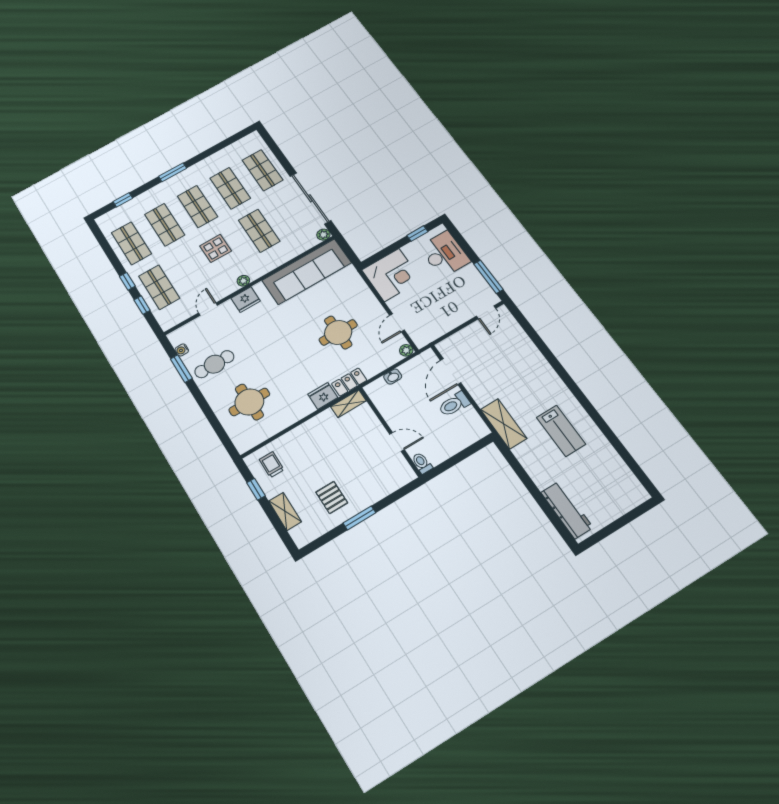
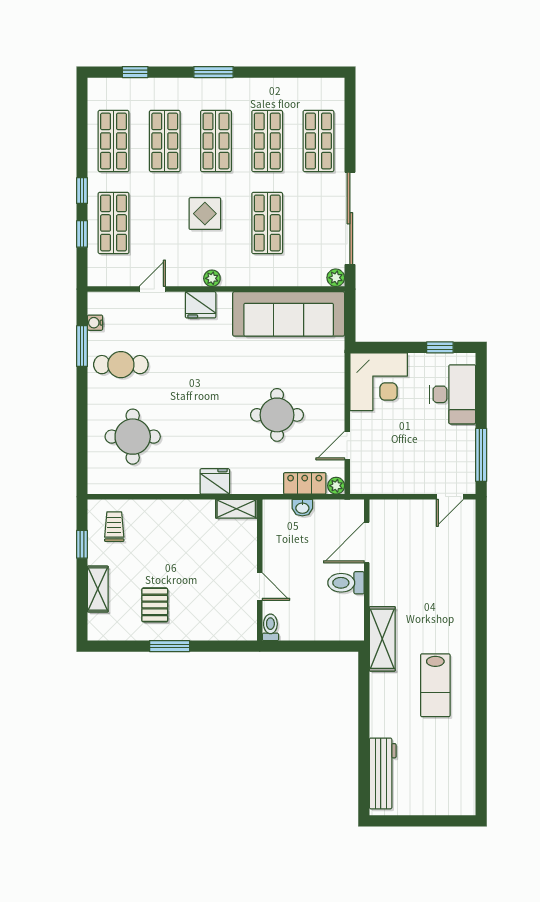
locker: (349, 382) -> (305, 483), moved

